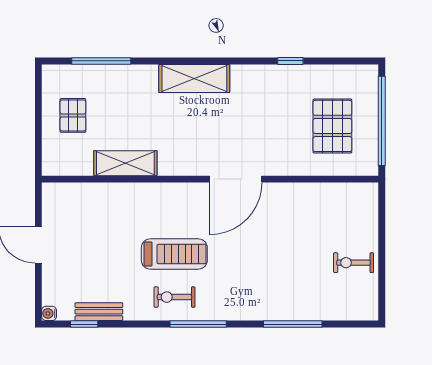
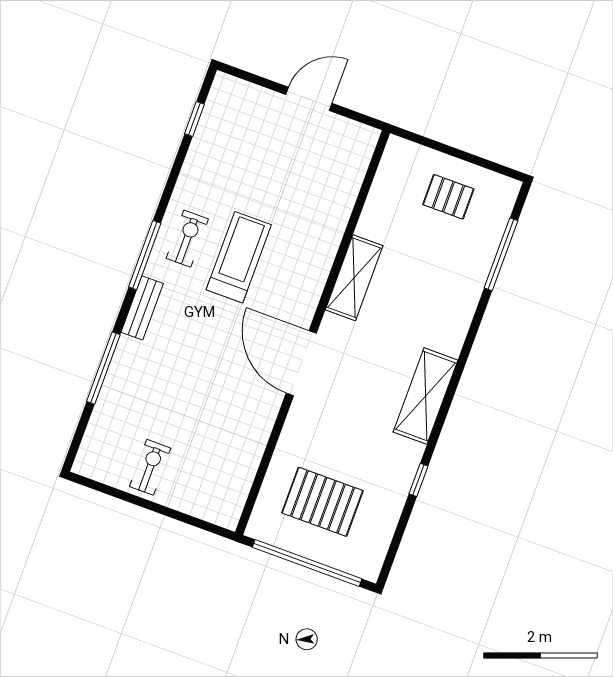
shelving: (194, 78) -> (425, 396), moved
shelving: (125, 163) -> (354, 278), moved
treadmill: (174, 254) -> (239, 257), turned 180
bench: (99, 312) -> (142, 308), moved
water cooler: (49, 313) -> (223, 82), removed

